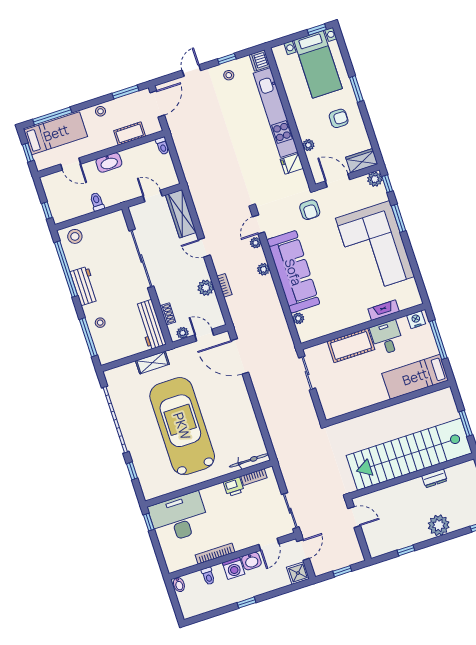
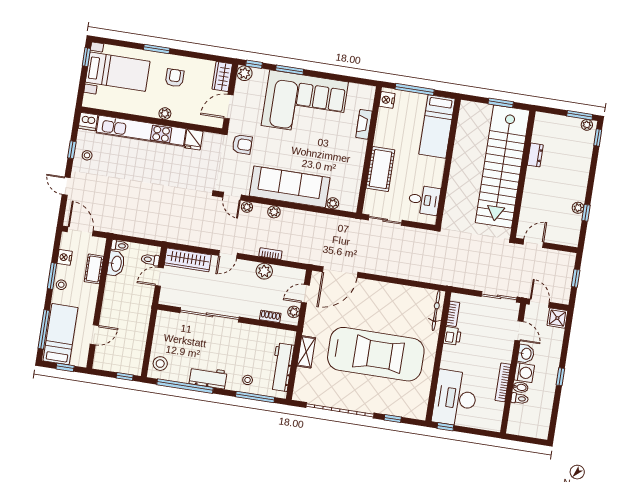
window: (125, 92) -> (52, 276), moved
nightstand: (127, 102) -> (65, 257), added
plant: (308, 145) -> (165, 114), moved
washbasin: (109, 163) -> (116, 264), moved
toilet: (97, 202) -> (150, 260), moved
workbench: (150, 325) -> (282, 367), moved, turned 90
desk: (387, 338) -> (424, 200), moved, turned 180
car: (182, 426) -> (376, 354), turned 180
plant: (439, 525) -> (578, 208), moved, width x0.53, depth x0.53
bidet: (179, 584) -> (520, 387), moved

